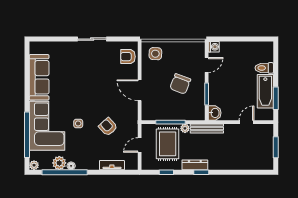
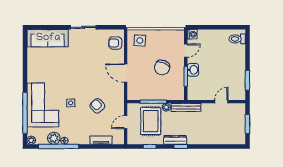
toilet: (264, 68) -> (237, 39), moved
sofa: (39, 77) -> (48, 38), moved, turned 90
bathtub: (265, 91) -> (238, 74), removed
washbasin: (215, 113) -> (193, 70), moved

